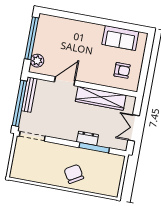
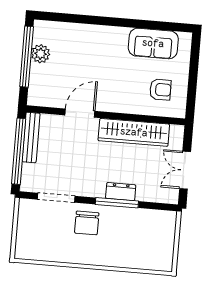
plant: (37, 61) -> (40, 54), moved
doorway: (32, 136) -> (56, 198), moved
window: (94, 148) -> (117, 203), moved
chair: (74, 174) -> (87, 223), moved, turned -149

